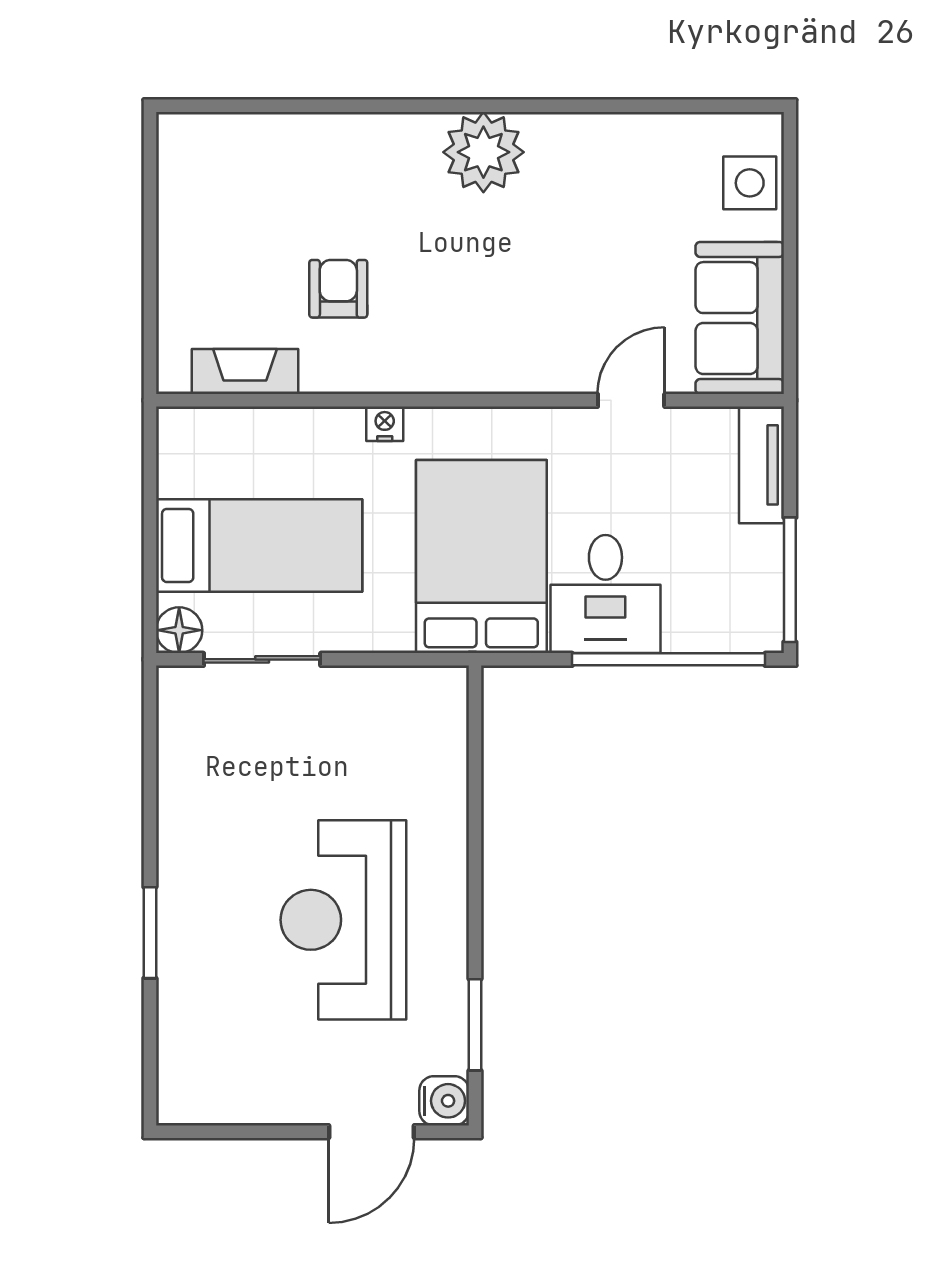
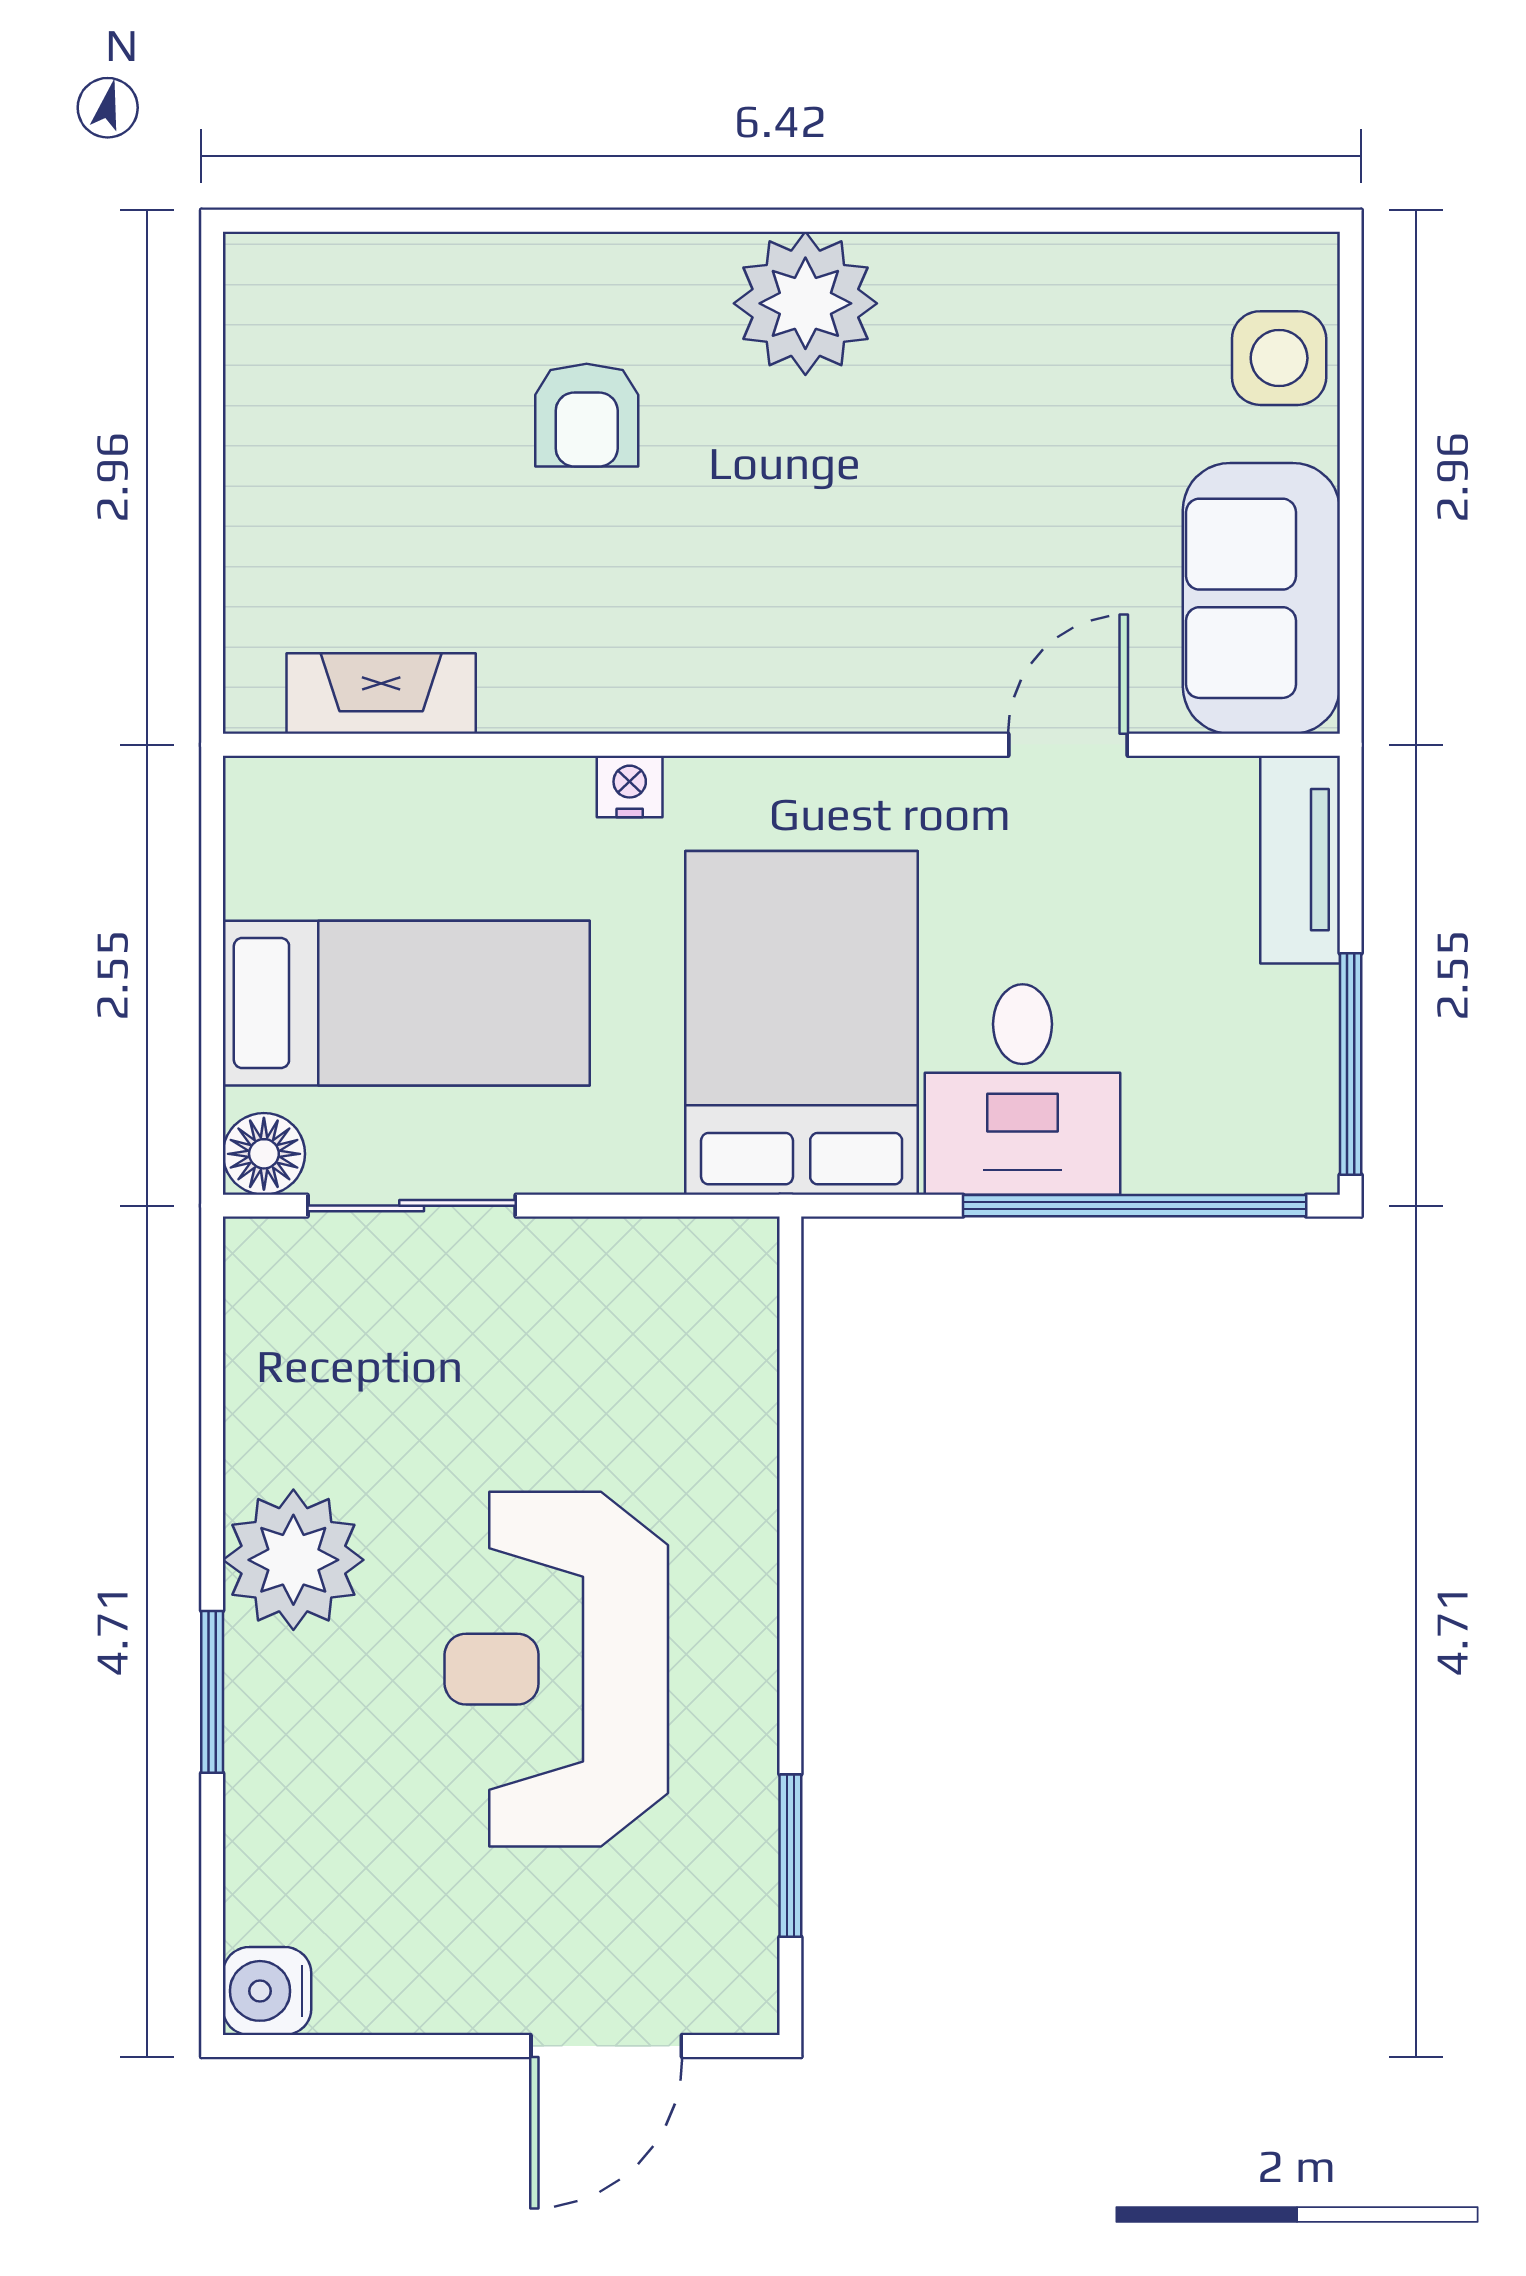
armchair: (338, 289) -> (587, 415), moved, turned 180
plant: (196, 858) -> (293, 1560), added
water cooler: (444, 1101) -> (267, 1991), moved, turned 180

